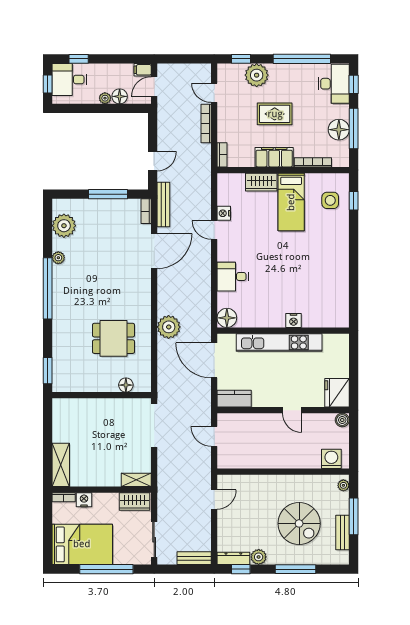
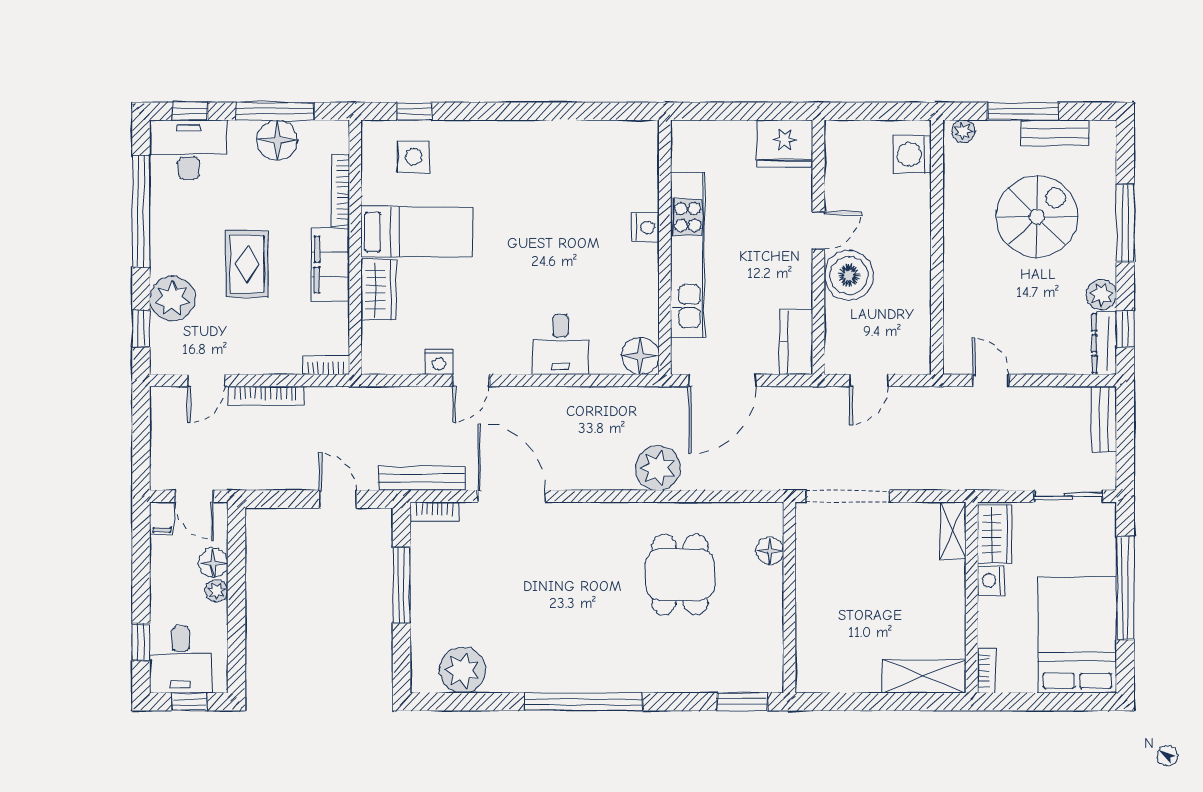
plant: (58, 258) -> (524, 681), removed
boiler: (342, 420) -> (849, 275), moved, width x1.86, depth x1.86
nightstand: (84, 500) -> (991, 580), moved

